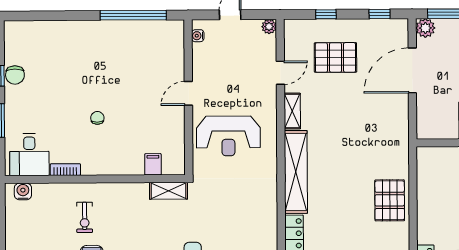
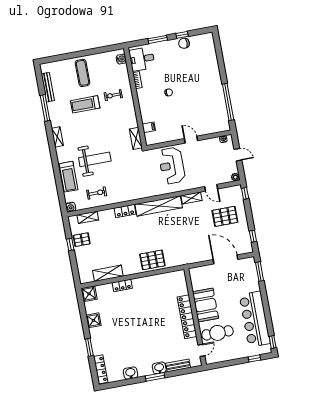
window: (326, 14) -> (245, 193), moved
plant: (425, 28) -> (250, 262), removed
pallet: (335, 57) -> (225, 216), turned 90

